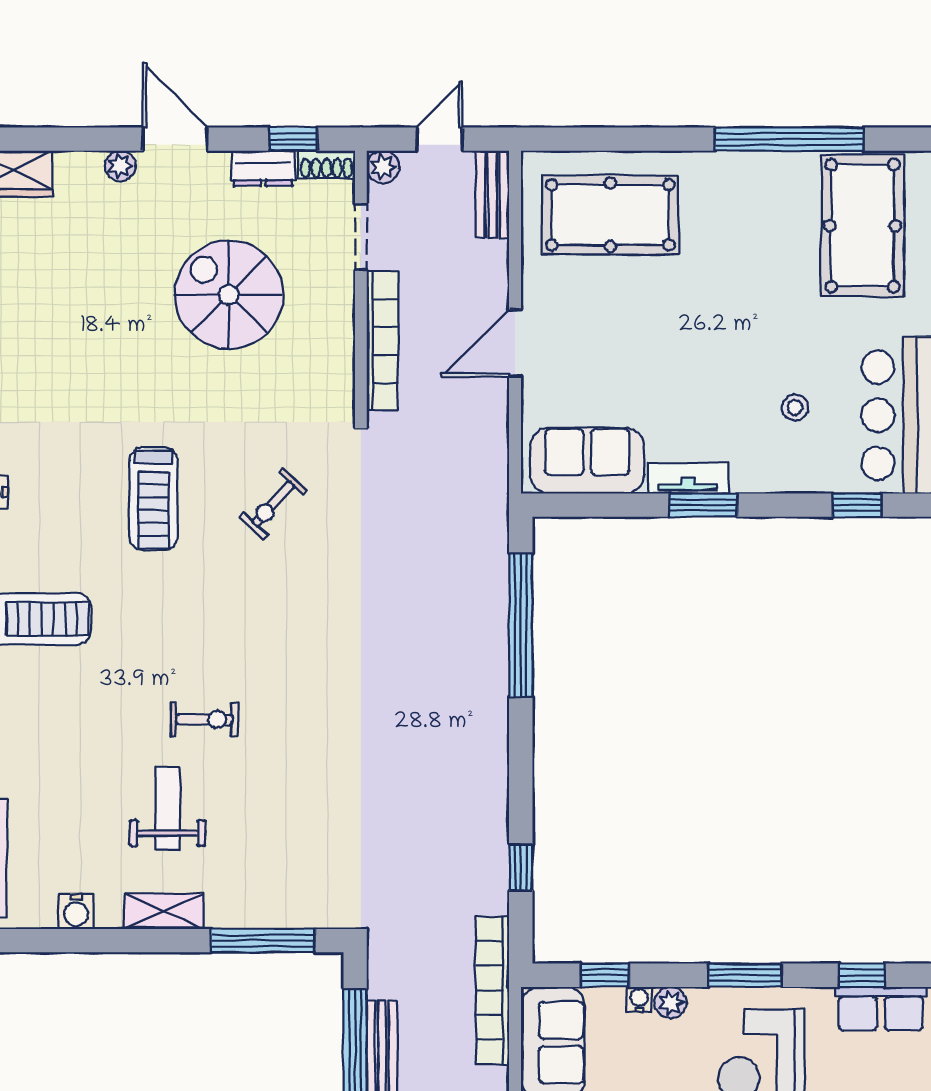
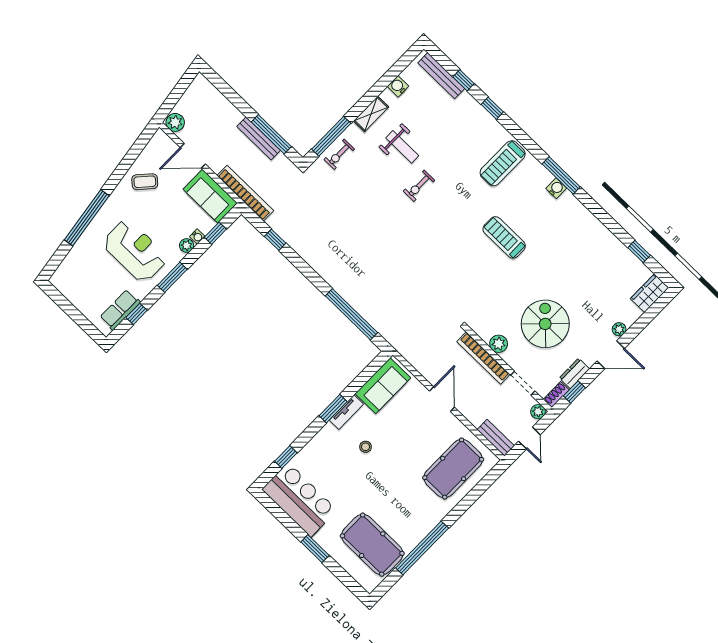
spiral stairs: (229, 295) -> (545, 324), turned -90
plant: (335, 339) -> (499, 344), added
stool: (795, 407) -> (366, 447), moved
exercise bike: (273, 504) -> (339, 154), moved, turned -132

